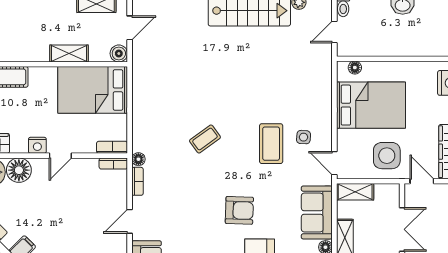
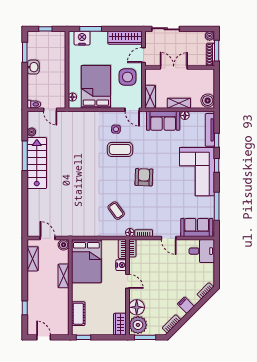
coffee table: (205, 139) -> (116, 211), moved
nightstand: (37, 145) -> (121, 265), moved
door: (334, 163) -> (132, 110), hinge flipped
armchair: (239, 210) -> (144, 177), moved

